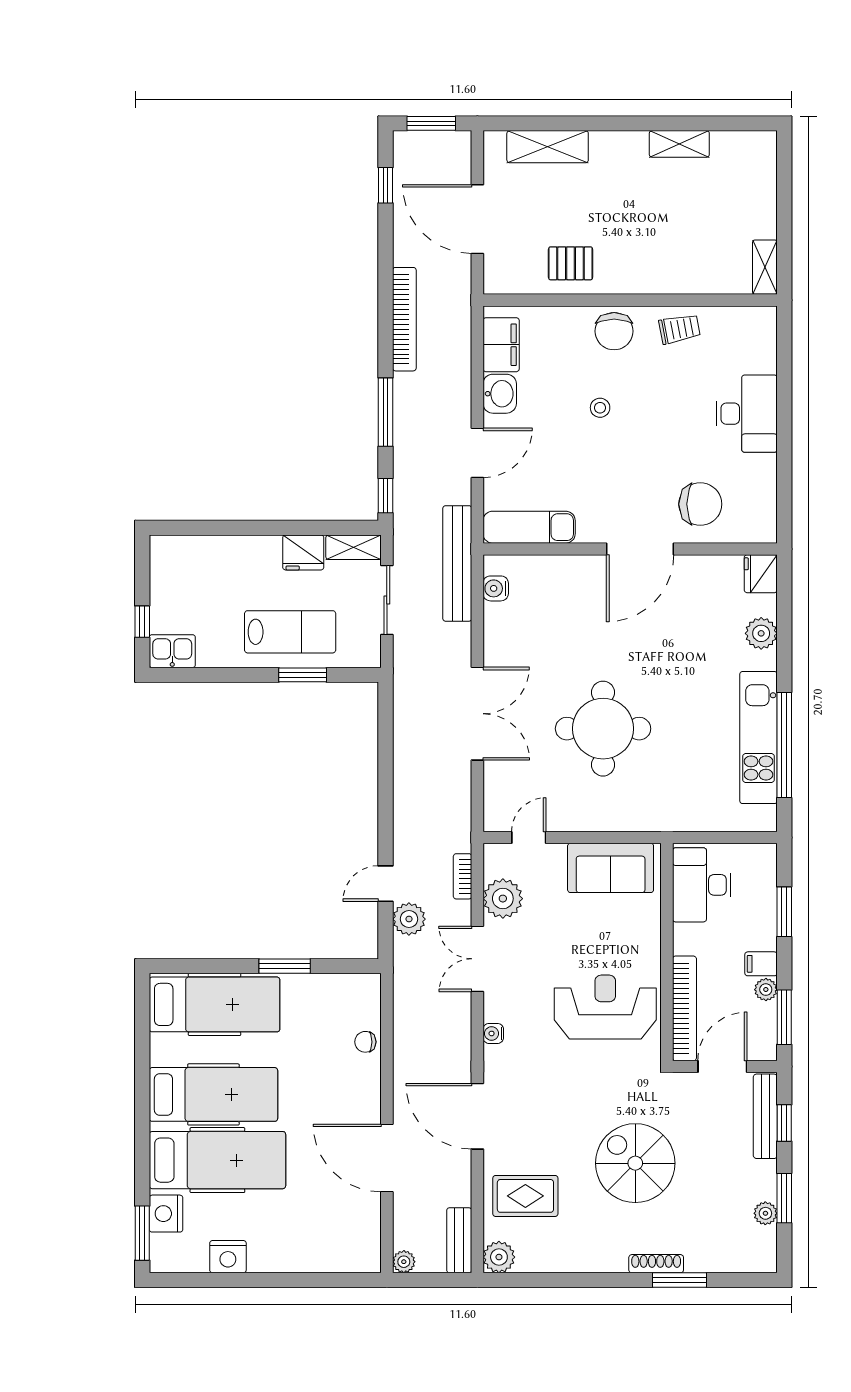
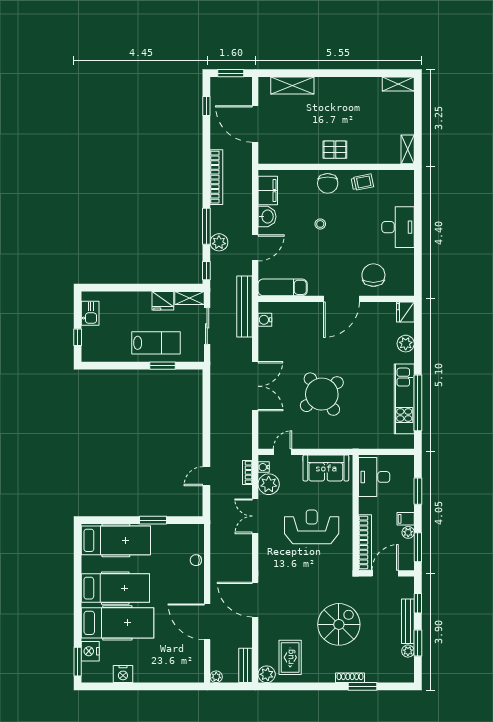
shelving: (679, 144) -> (398, 84), moved
pallet: (571, 263) -> (335, 150), moved
chair: (700, 504) -> (373, 275), turned -90
kitchen sink: (172, 651) -> (90, 313), moved, turned 90
round table: (603, 729) -> (322, 394), turned -37
plant: (409, 919) -> (219, 242), moved
reception desk: (605, 1007) -> (312, 527), moved
water cooler: (493, 1033) -> (264, 467), moved
bench: (765, 1116) -> (408, 621), moved
spiral stairs: (635, 1163) -> (339, 624), turned 90
rug: (525, 1196) -> (290, 657), moved, turned 90

